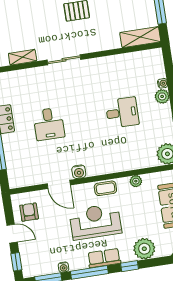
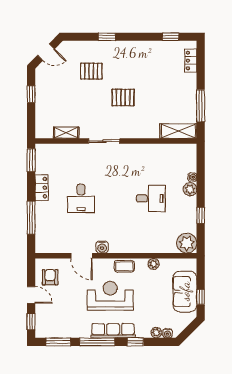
plant: (144, 249) -> (156, 333), width x0.53, depth x0.53
row of seats: (104, 258) -> (113, 331), width x1.48
water cooler: (63, 267) -> (167, 333), moved

